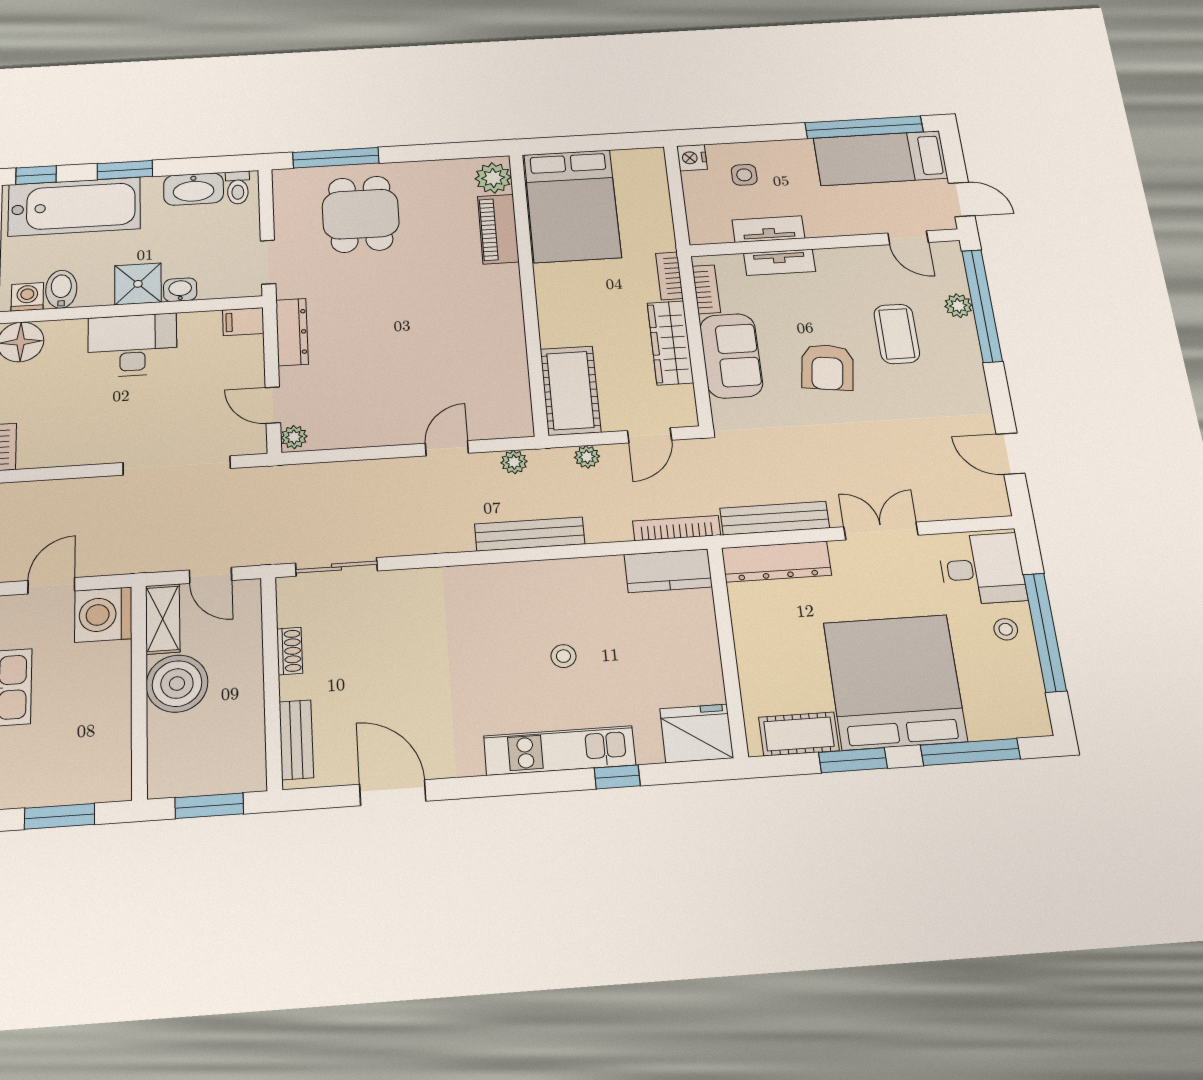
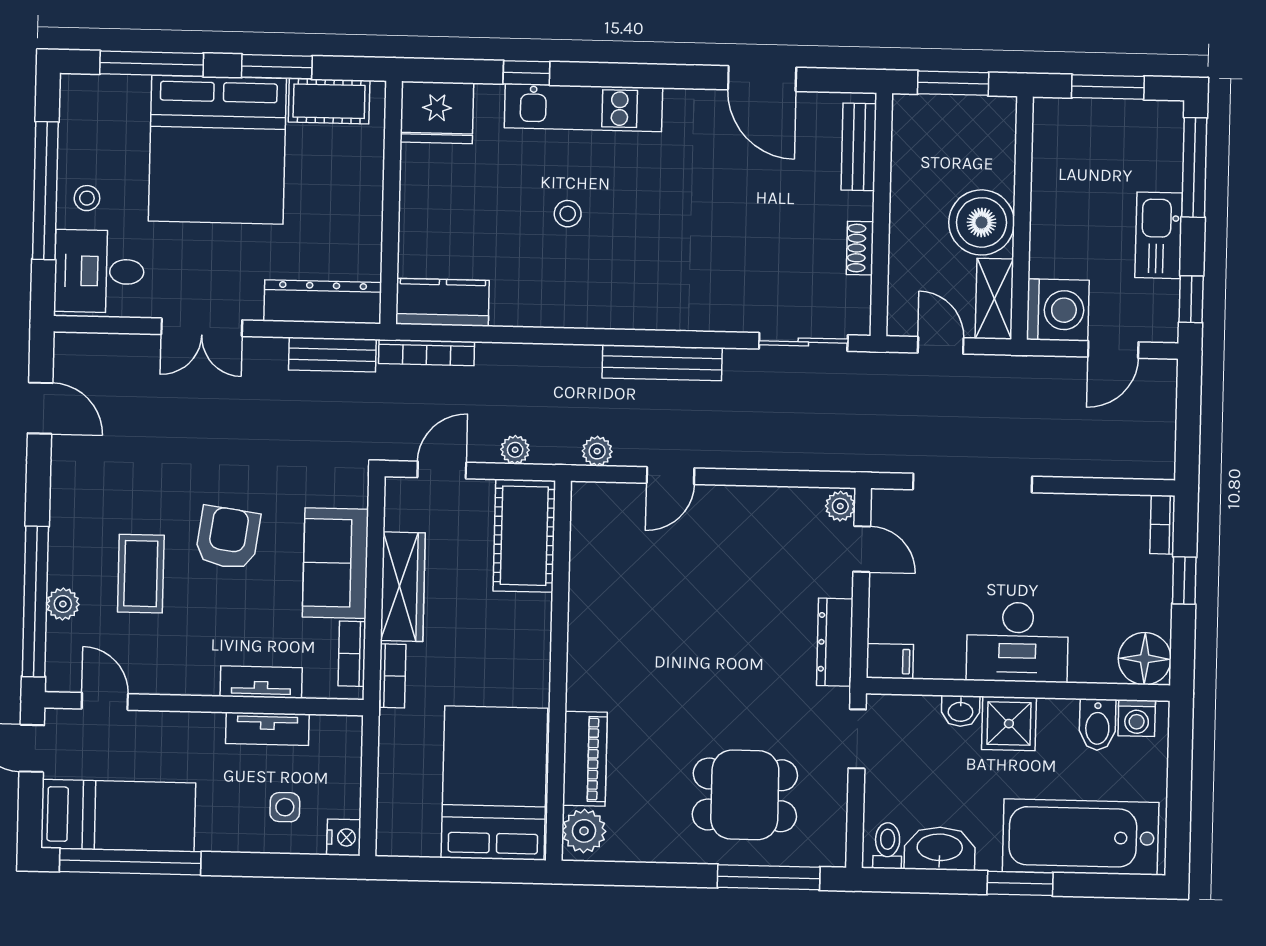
window: (36, 175) -> (1125, 886), removed
dining table: (361, 214) -> (745, 795), turned 90
bench: (775, 518) -> (332, 355), width x0.73
bench: (530, 534) -> (662, 363), moved

